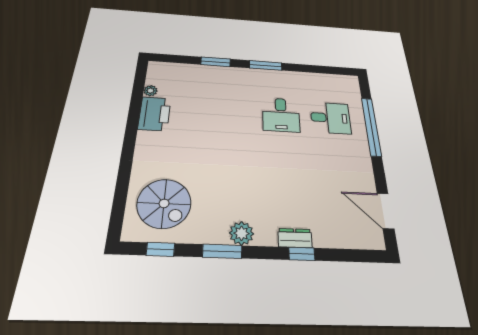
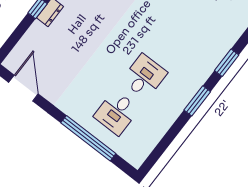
desk: (281, 115) -> (144, 76), turned 90
door: (386, 211) -> (23, 88), hinge flipped

